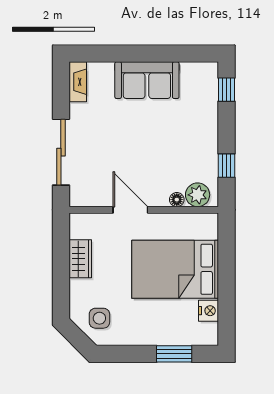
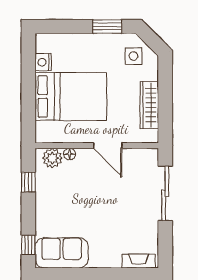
sofa: (147, 80) -> (62, 253), moved
fireplace: (78, 82) -> (139, 261), moved, turned 90
wardrobe: (80, 259) -> (149, 105), width x1.50
window: (174, 354) -> (107, 27), moved

